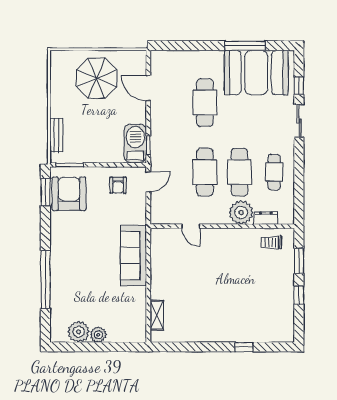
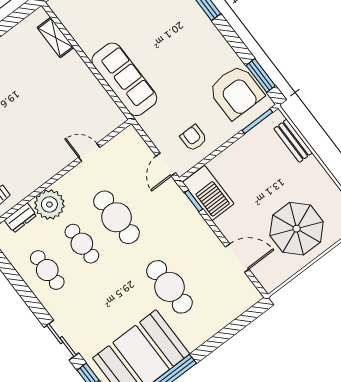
cafe table: (240, 172) -> (82, 244), width x0.73, depth x0.74

